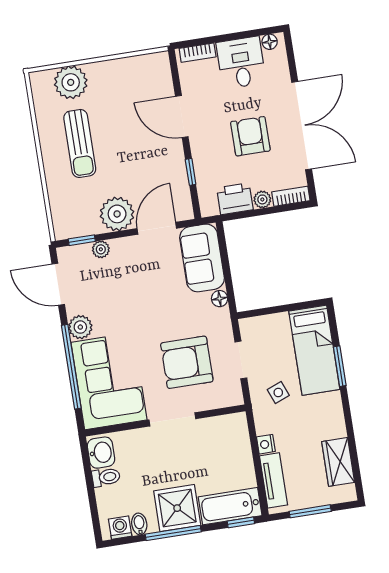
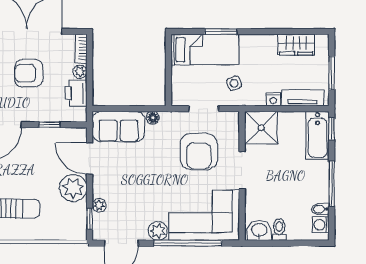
shower: (177, 508) -> (261, 128), moved

